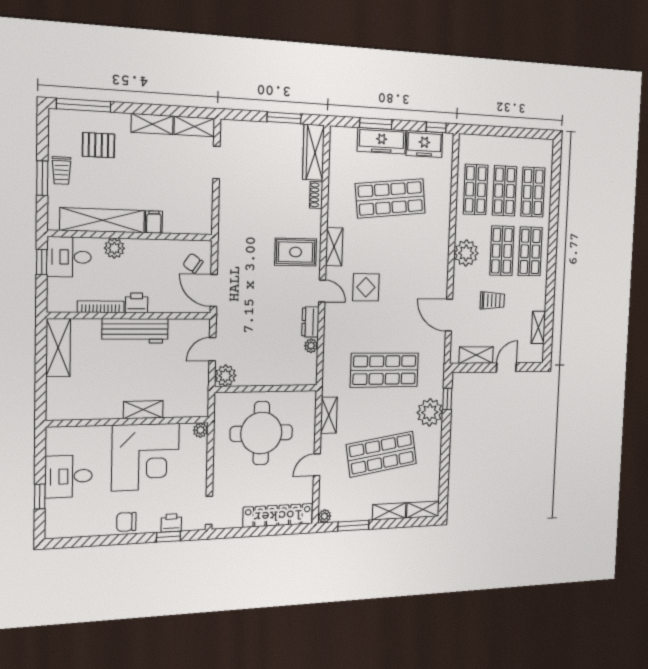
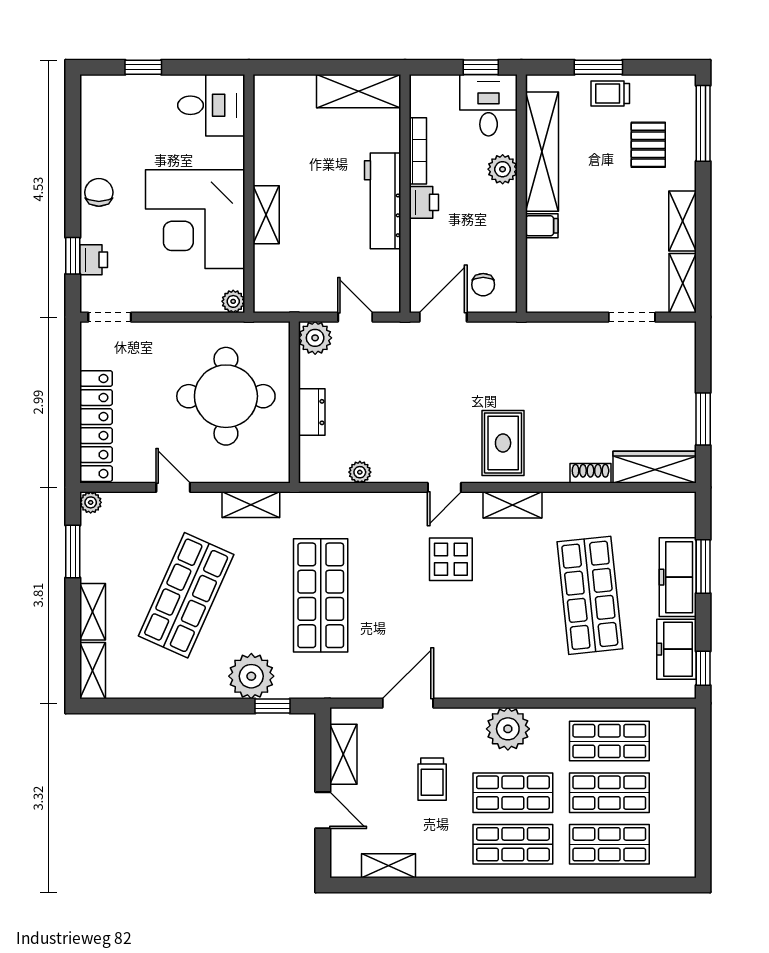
chair: (193, 263) -> (483, 285), turned 145
dresser: (310, 322) -> (312, 412), moved, turned 90
shop shelf: (382, 454) -> (186, 595), turned 33
desk: (69, 476) -> (211, 105), moved, turned 90

